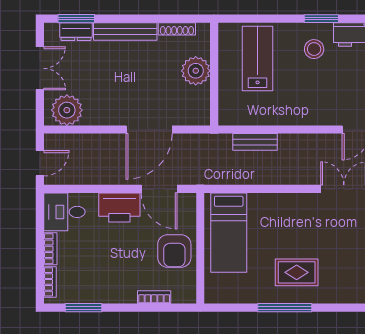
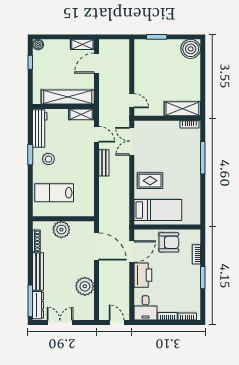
window: (76, 19) -> (30, 301), width x1.44
dresser: (76, 32) -> (38, 305), width x1.44
plant: (67, 110) -> (85, 286), moved
door: (149, 130) -> (96, 247), moved
bench: (255, 142) -> (104, 163), moved
rug: (297, 272) -> (150, 181), moved, turned 90
window: (84, 308) -> (203, 278), moved
window: (285, 308) -> (203, 158), moved

